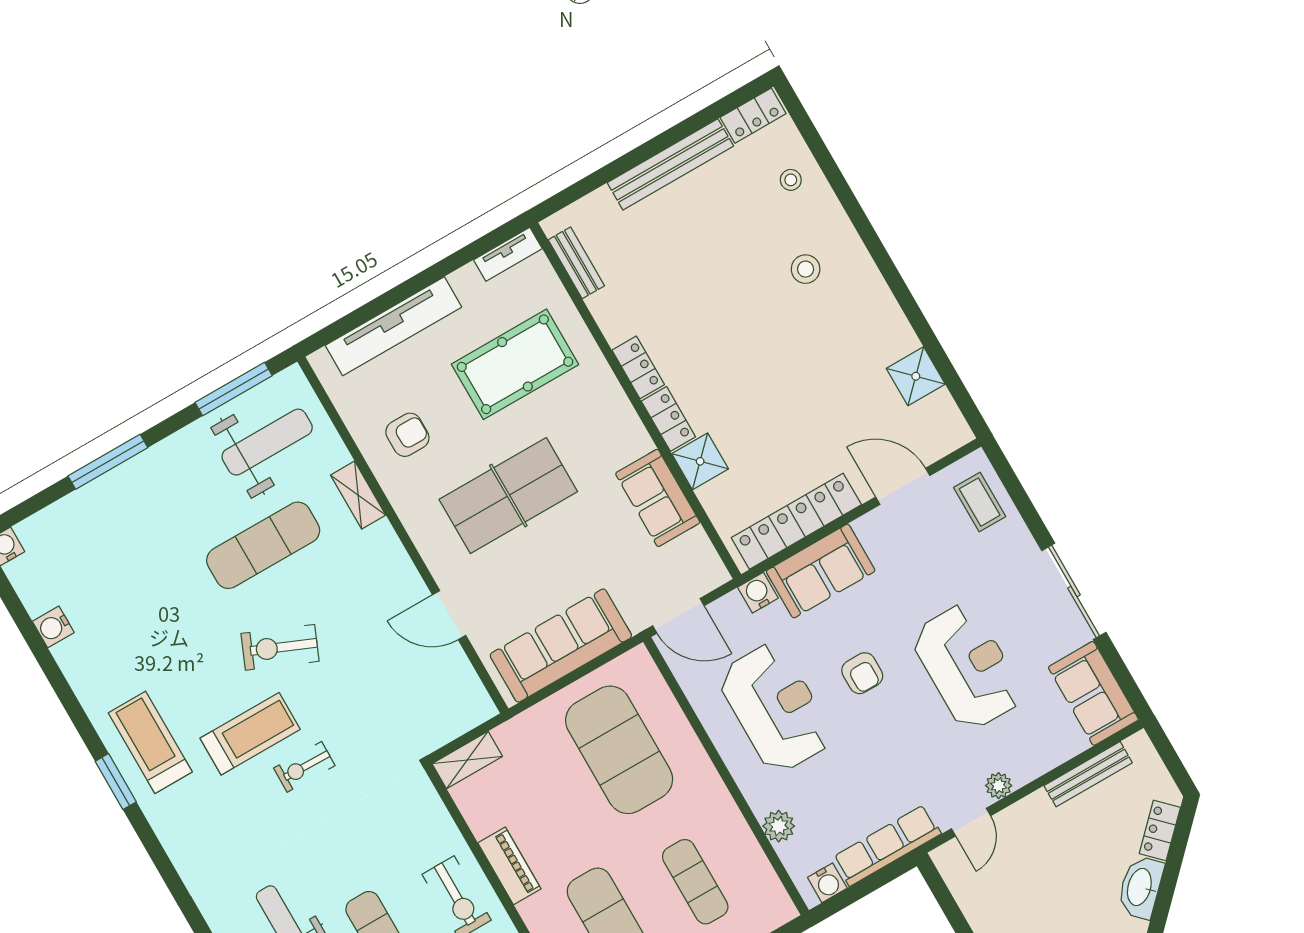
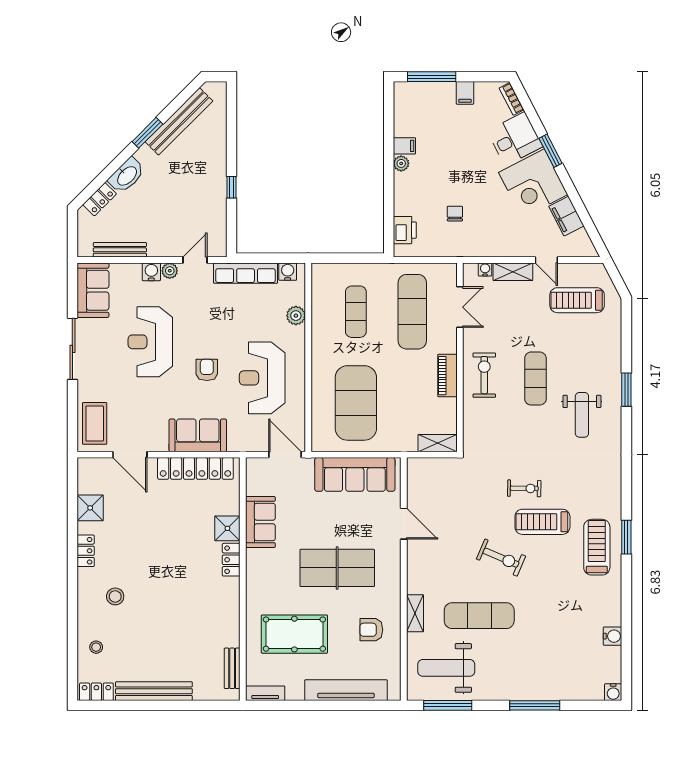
locker: (638, 367) -> (86, 551), moved, turned 180
coffee table: (980, 502) -> (95, 423), width x1.36, depth x1.30
water cooler: (758, 593) -> (151, 272), moved, turned 180
treadmill: (150, 742) -> (597, 547), turned 180

